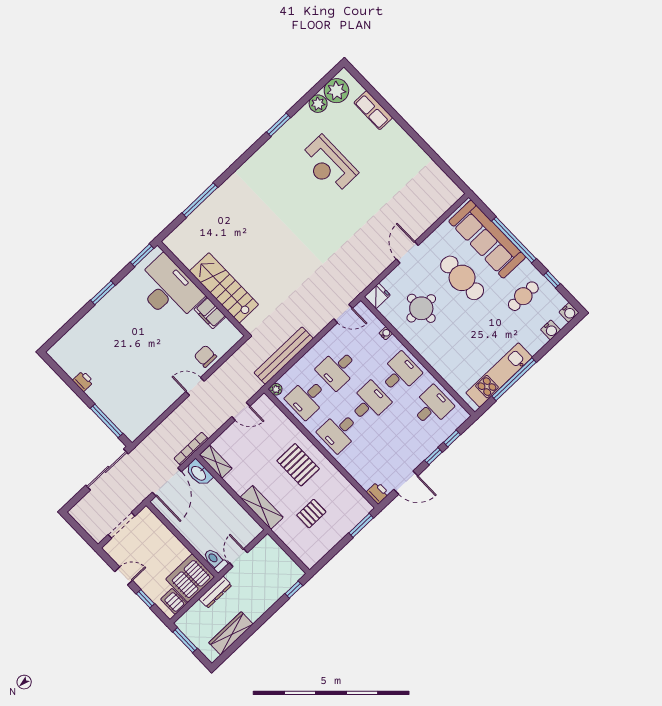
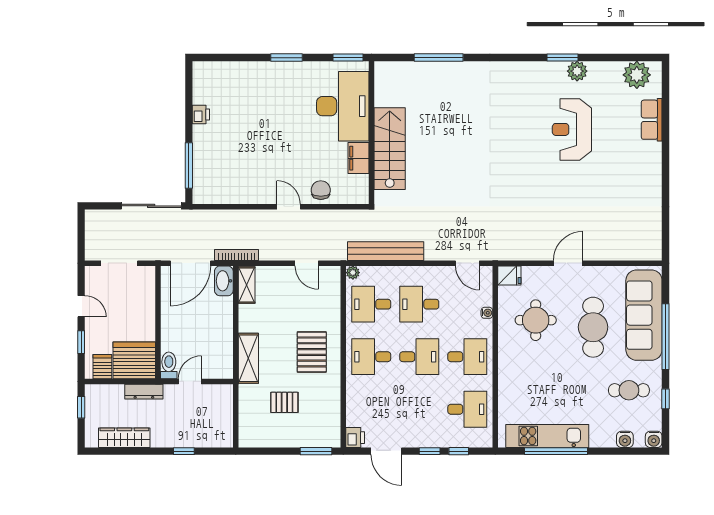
plant: (318, 104) -> (577, 71), moved
window: (294, 590) -> (184, 451), moved
window: (185, 640) -> (81, 407), width x0.67

